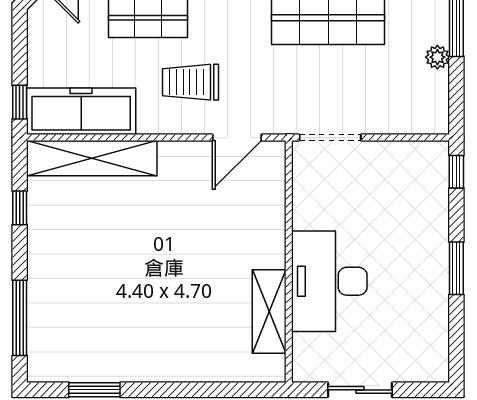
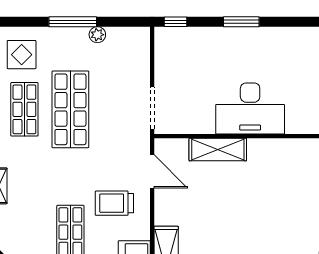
trolley: (190, 82) -> (114, 203), turned 90
shelving: (269, 312) -> (218, 149), moved

